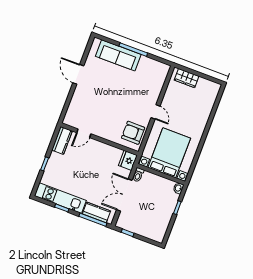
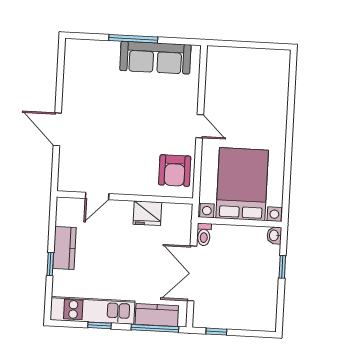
sofa: (118, 55) -> (155, 58), moved
door: (78, 74) -> (57, 129), moved
wardrobe: (187, 78) -> (232, 57), removed
armchair: (133, 133) -> (175, 171), turned -90
kitchen counter: (62, 140) -> (64, 248), moved
fridge: (128, 160) -> (147, 213), moved, turned -90

